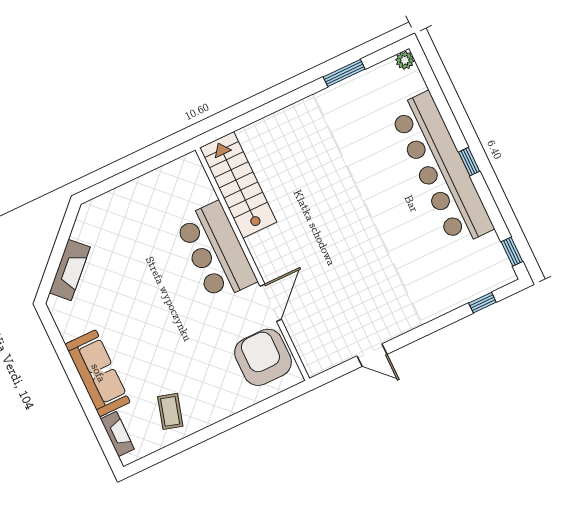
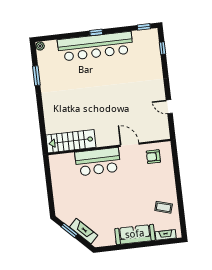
window: (62, 241) -> (69, 230), added
door: (372, 355) -> (169, 107), swing flipped
armchair: (263, 357) -> (153, 157), width x0.53, depth x0.53

